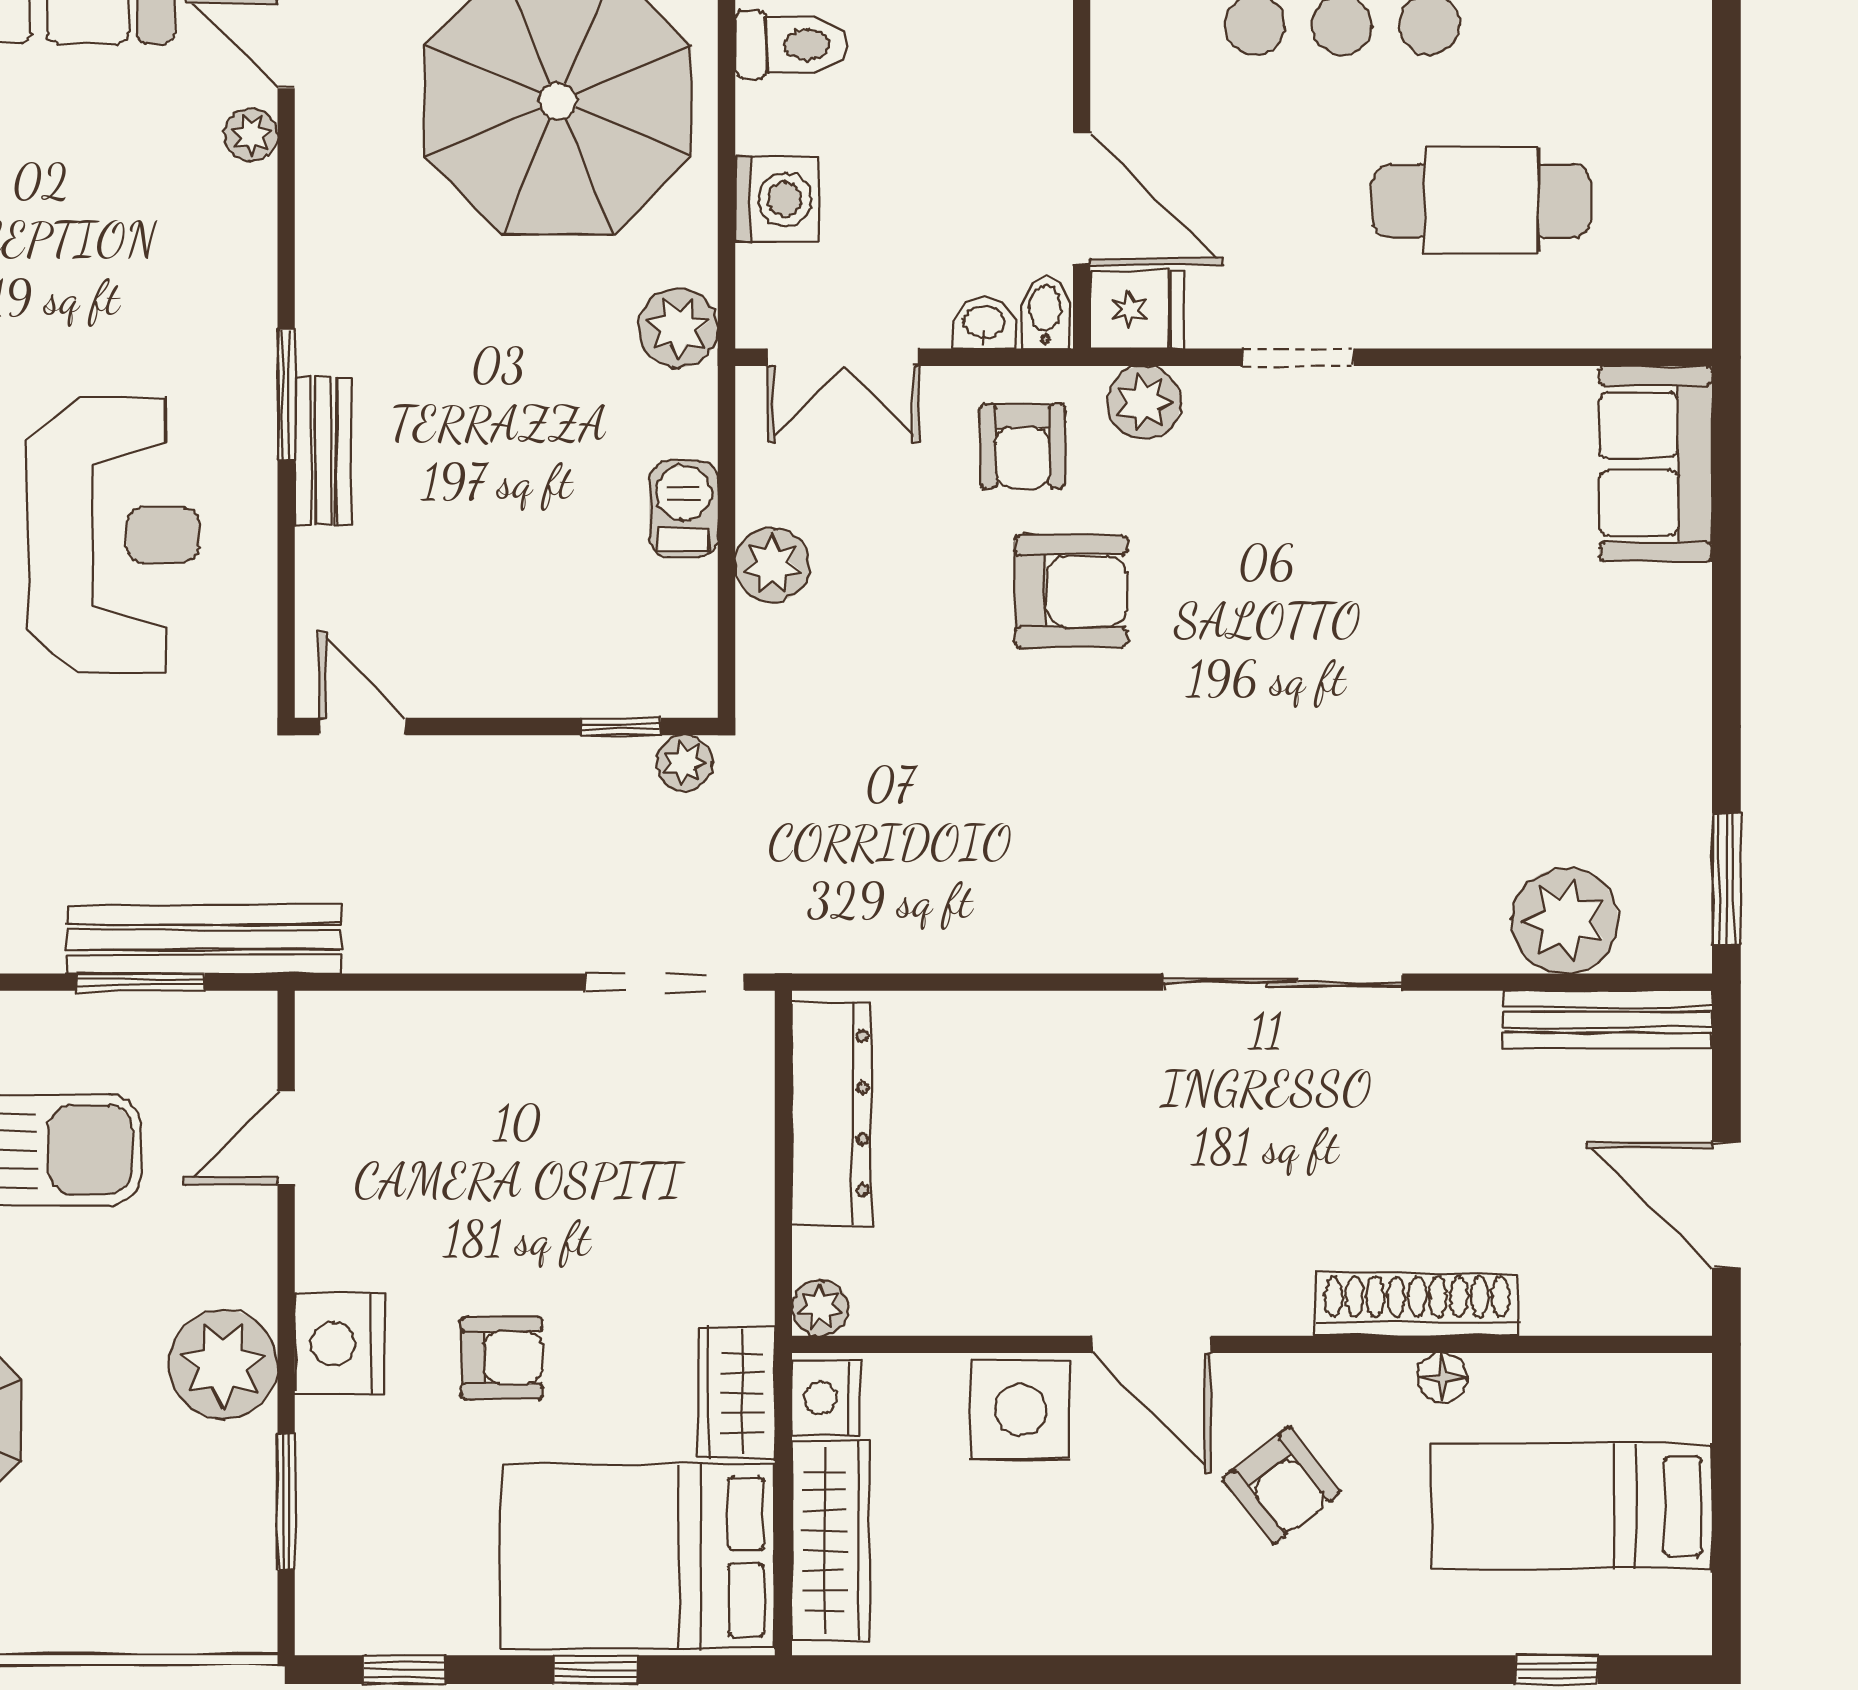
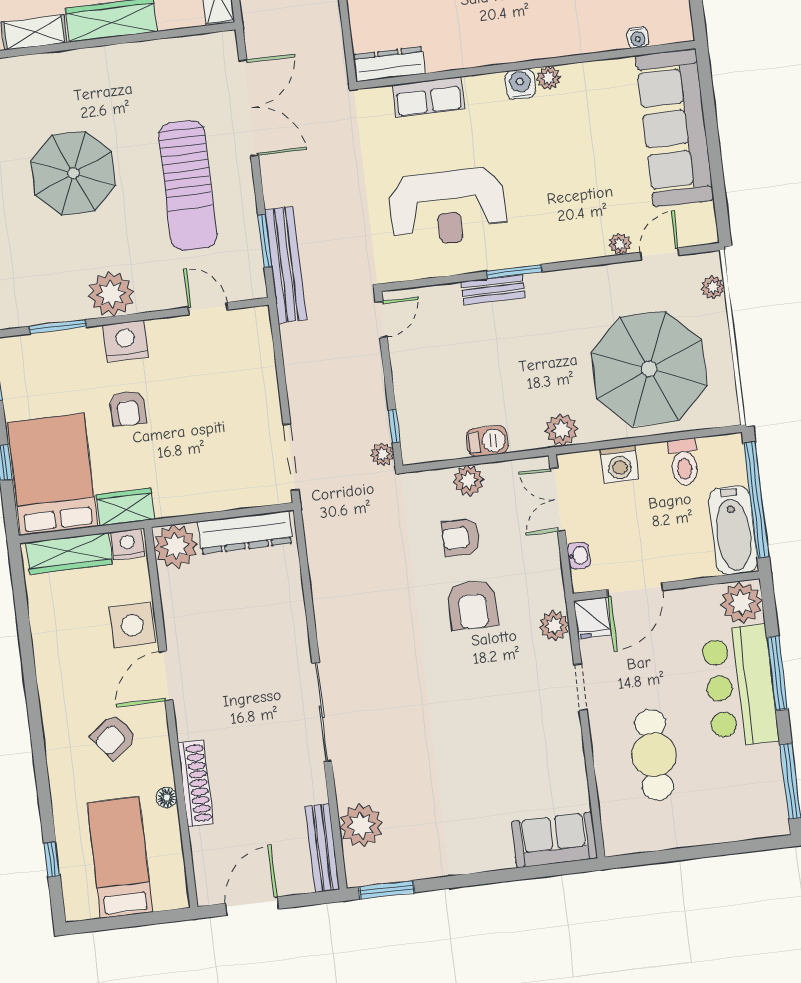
bidet: (1045, 313) -> (586, 581), removed
armchair: (1023, 446) -> (461, 538), moved
plant: (820, 1308) -> (176, 546), width x1.88, depth x1.88

